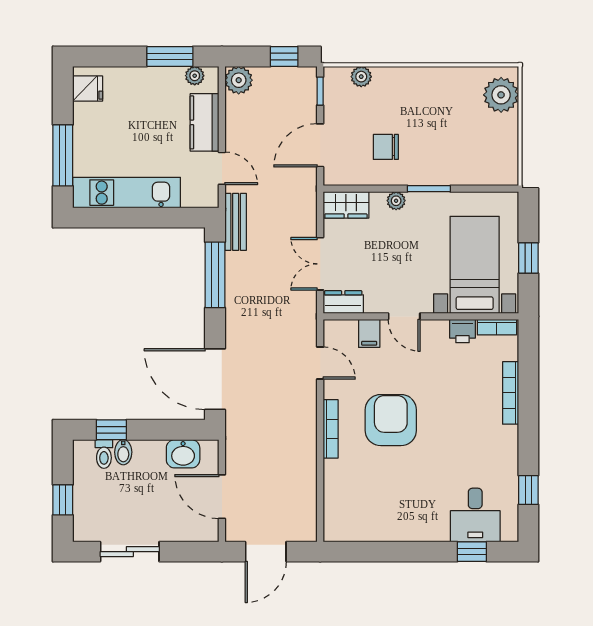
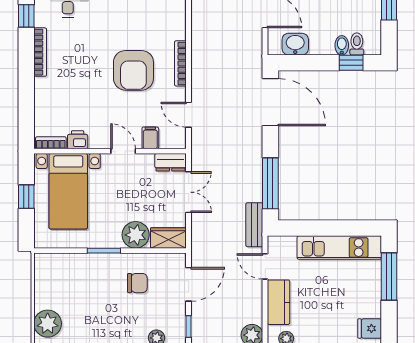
plant: (396, 201) -> (136, 235), width x1.87, depth x1.87
bookcase: (511, 393) -> (40, 52), moved

